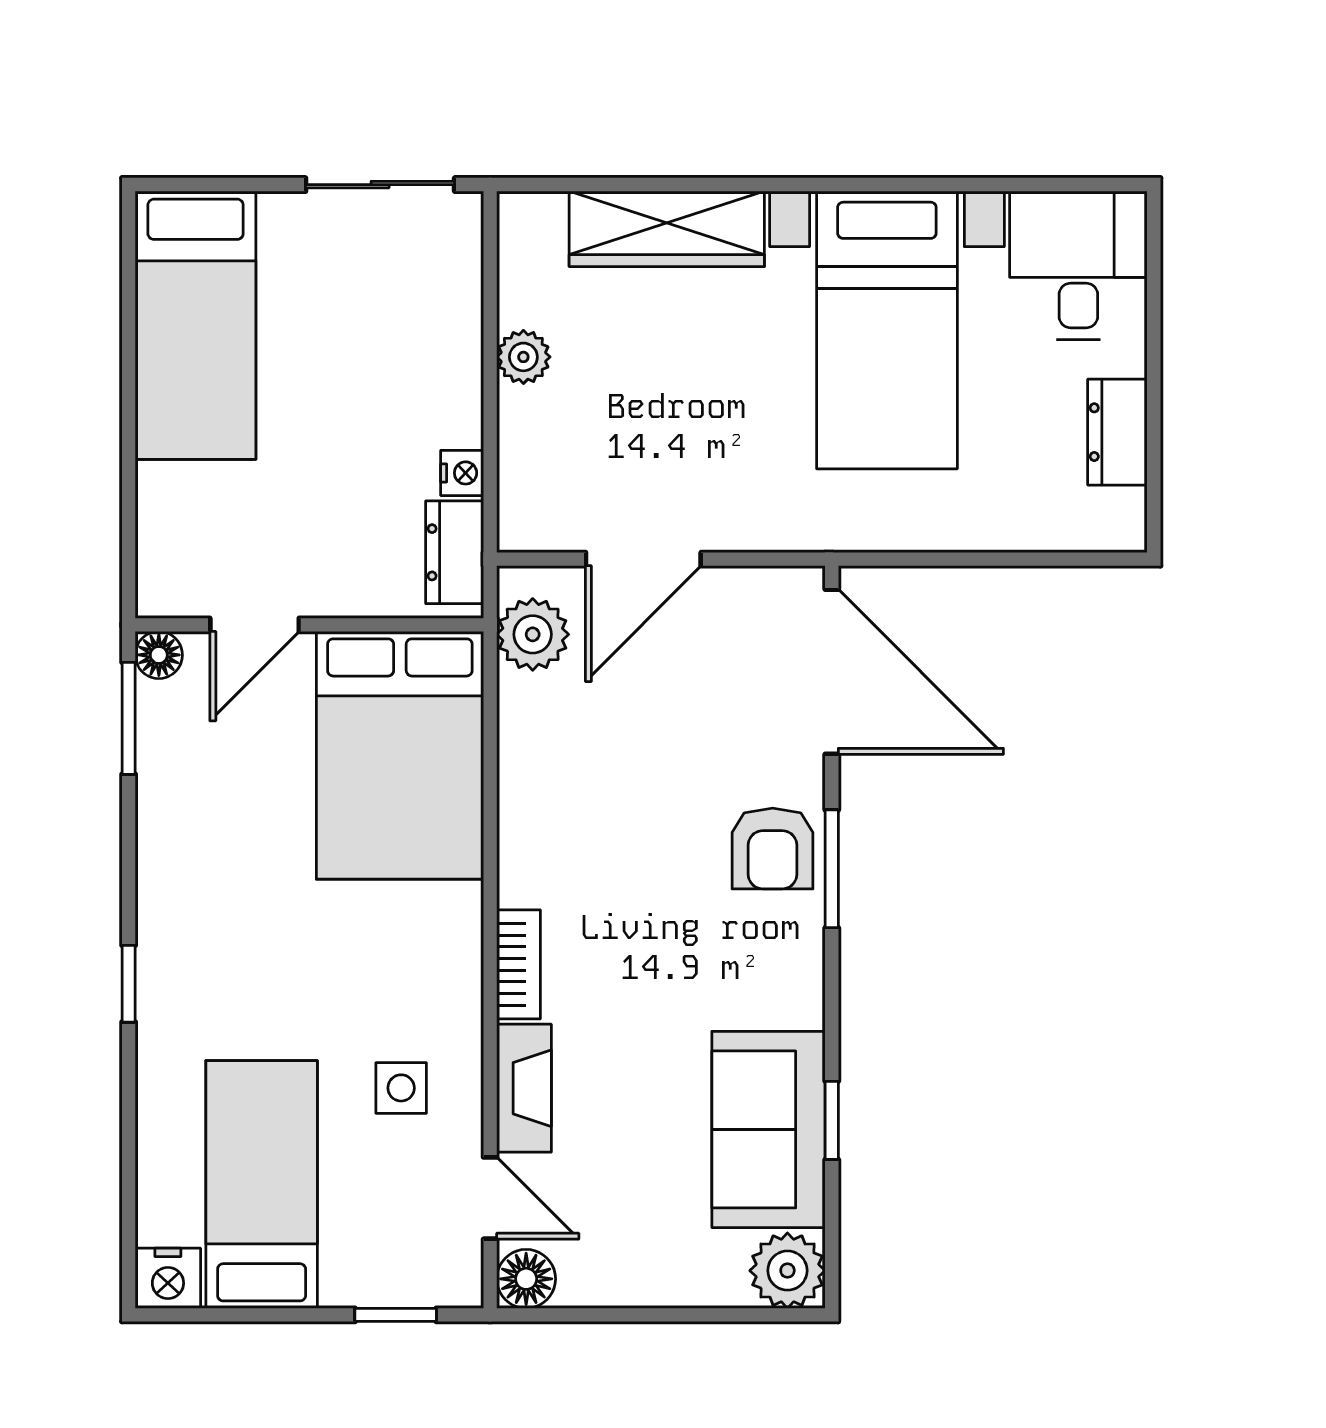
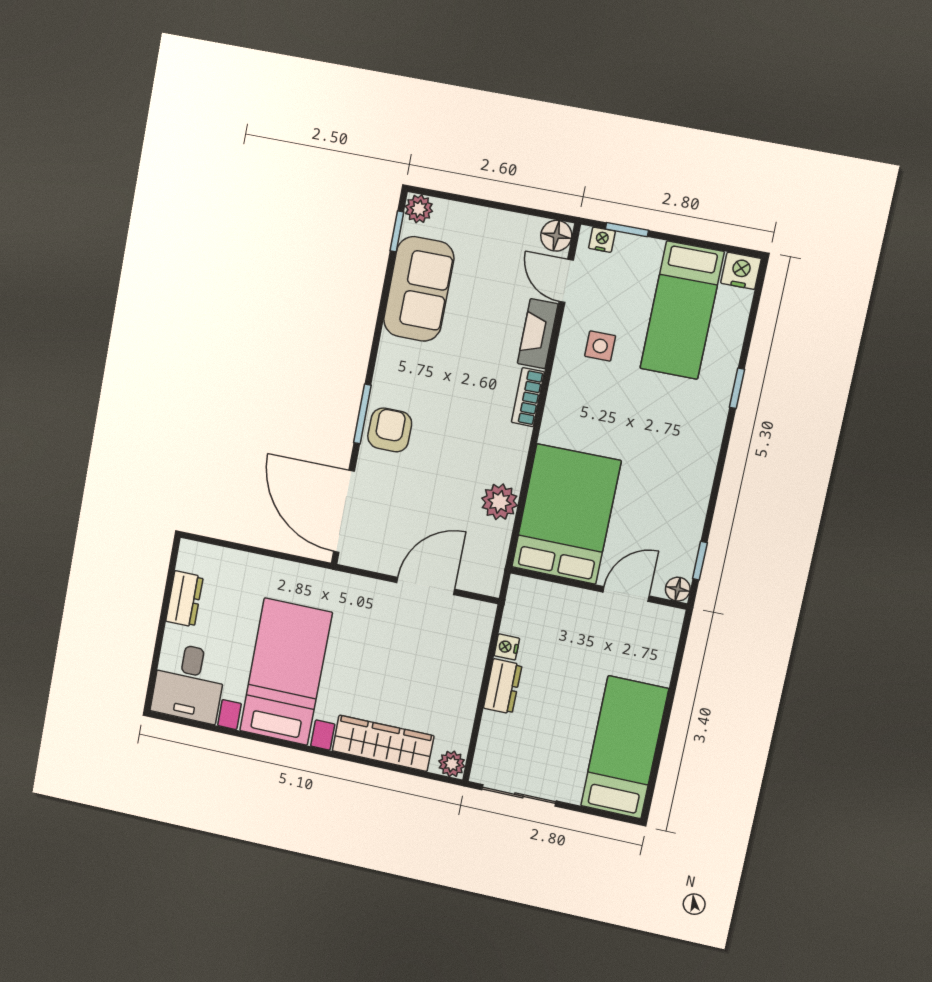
plant: (523, 357) -> (452, 764), moved
dresser: (455, 552) -> (503, 686), moved
plant: (533, 634) -> (500, 502), moved
window: (129, 718) -> (700, 561), width x0.67
window: (129, 984) -> (737, 388), moved
window: (832, 1120) -> (397, 231), moved
plant: (787, 1271) -> (419, 209), width x0.73, depth x0.73
nightstand: (439, 1288) -> (602, 240), added

